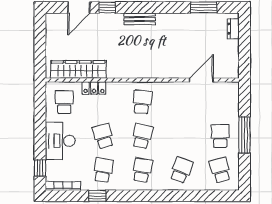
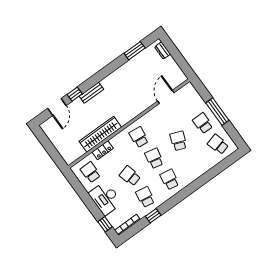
bench: (139, 19) -> (91, 93), moved
wardrobe: (78, 69) -> (100, 134), moved
school desk: (181, 170) -> (178, 141), moved

